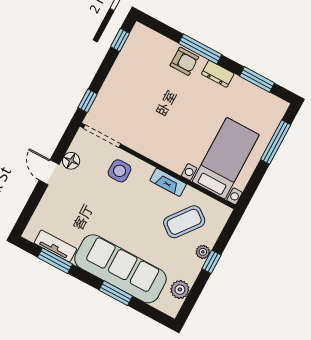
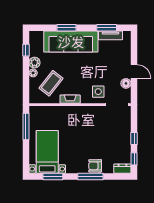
dresser: (218, 74) -> (122, 169), moved
window: (88, 101) -> (134, 139), moved
window: (276, 142) -> (26, 126), moved
bed with nightstands: (226, 158) -> (47, 152), moved, turned 180
window: (211, 262) -> (26, 50), moved
plant: (180, 290) -> (35, 63), moved

